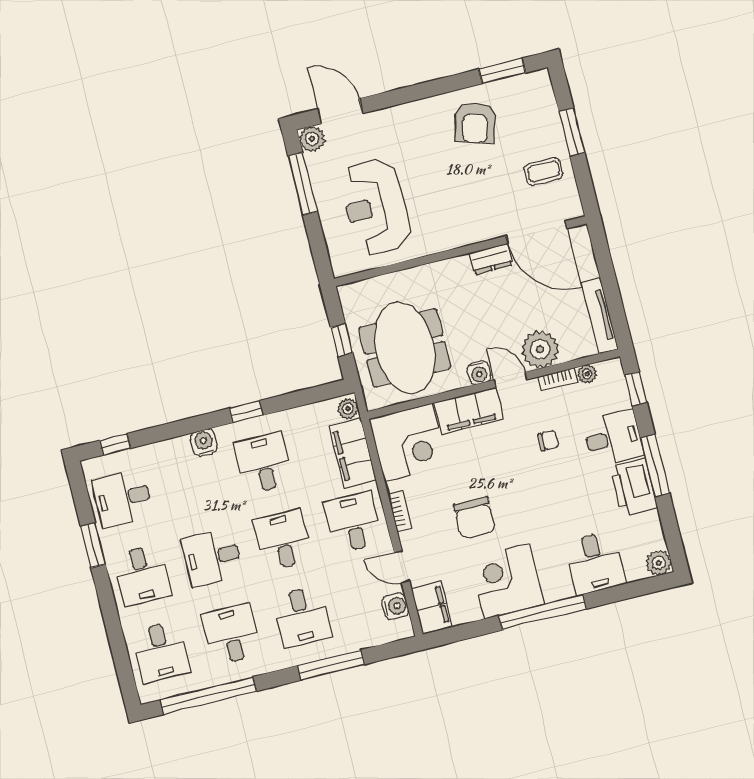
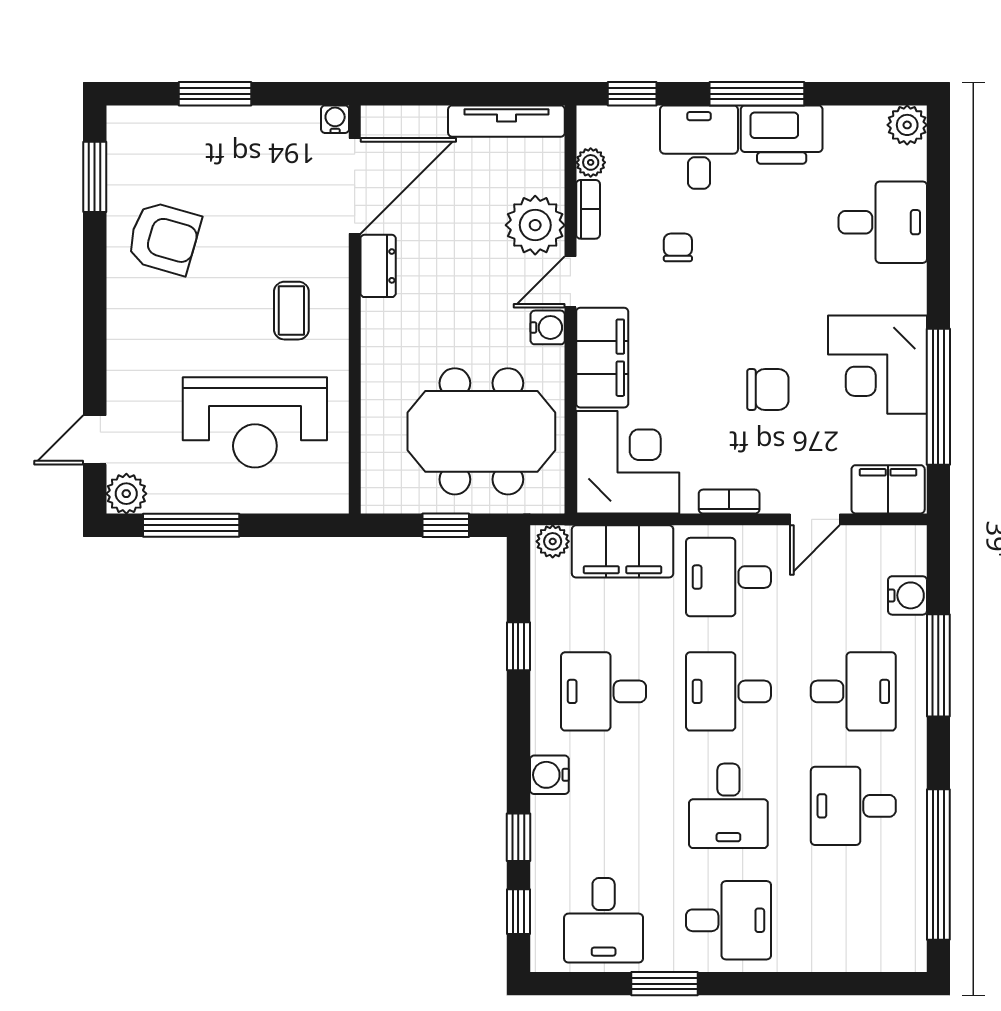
door: (340, 111) -> (95, 440), width x0.73
coffee table: (543, 172) -> (291, 311), moved
water cooler: (575, 210) -> (335, 119), added
window: (246, 412) -> (518, 646), moved
window: (161, 433) -> (518, 837), added
chair: (475, 518) -> (768, 389), width x0.73, depth x0.73
water cooler: (395, 606) -> (908, 595), moved, turned 90
window: (542, 612) -> (938, 397), moved
desk: (161, 652) -> (853, 920), removed

